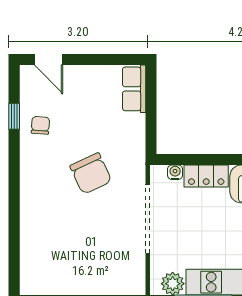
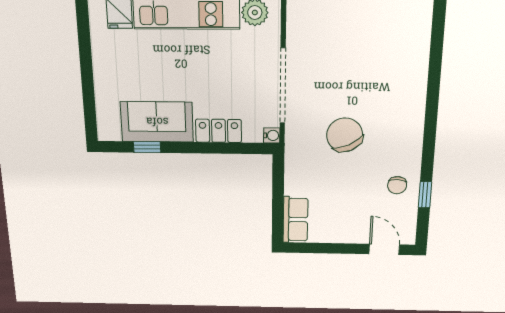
water cooler: (175, 172) -> (272, 135), moved, turned -90

